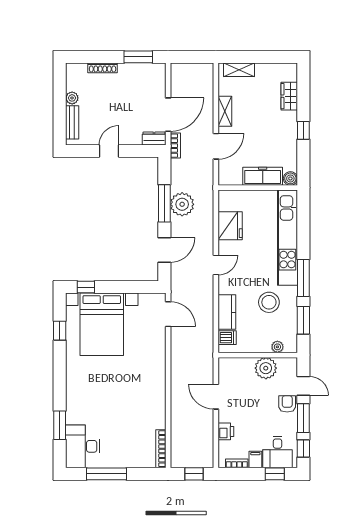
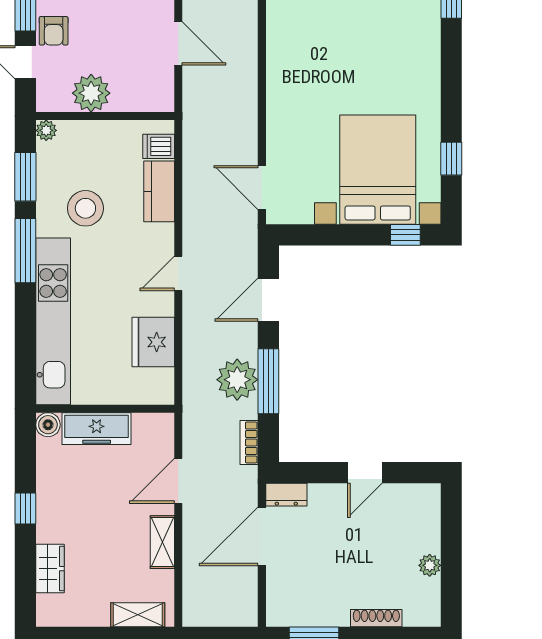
bench: (72, 122) -> (430, 523), removed
bookcase: (175, 146) -> (249, 442), moved
plant: (277, 347) -> (46, 130), moved

